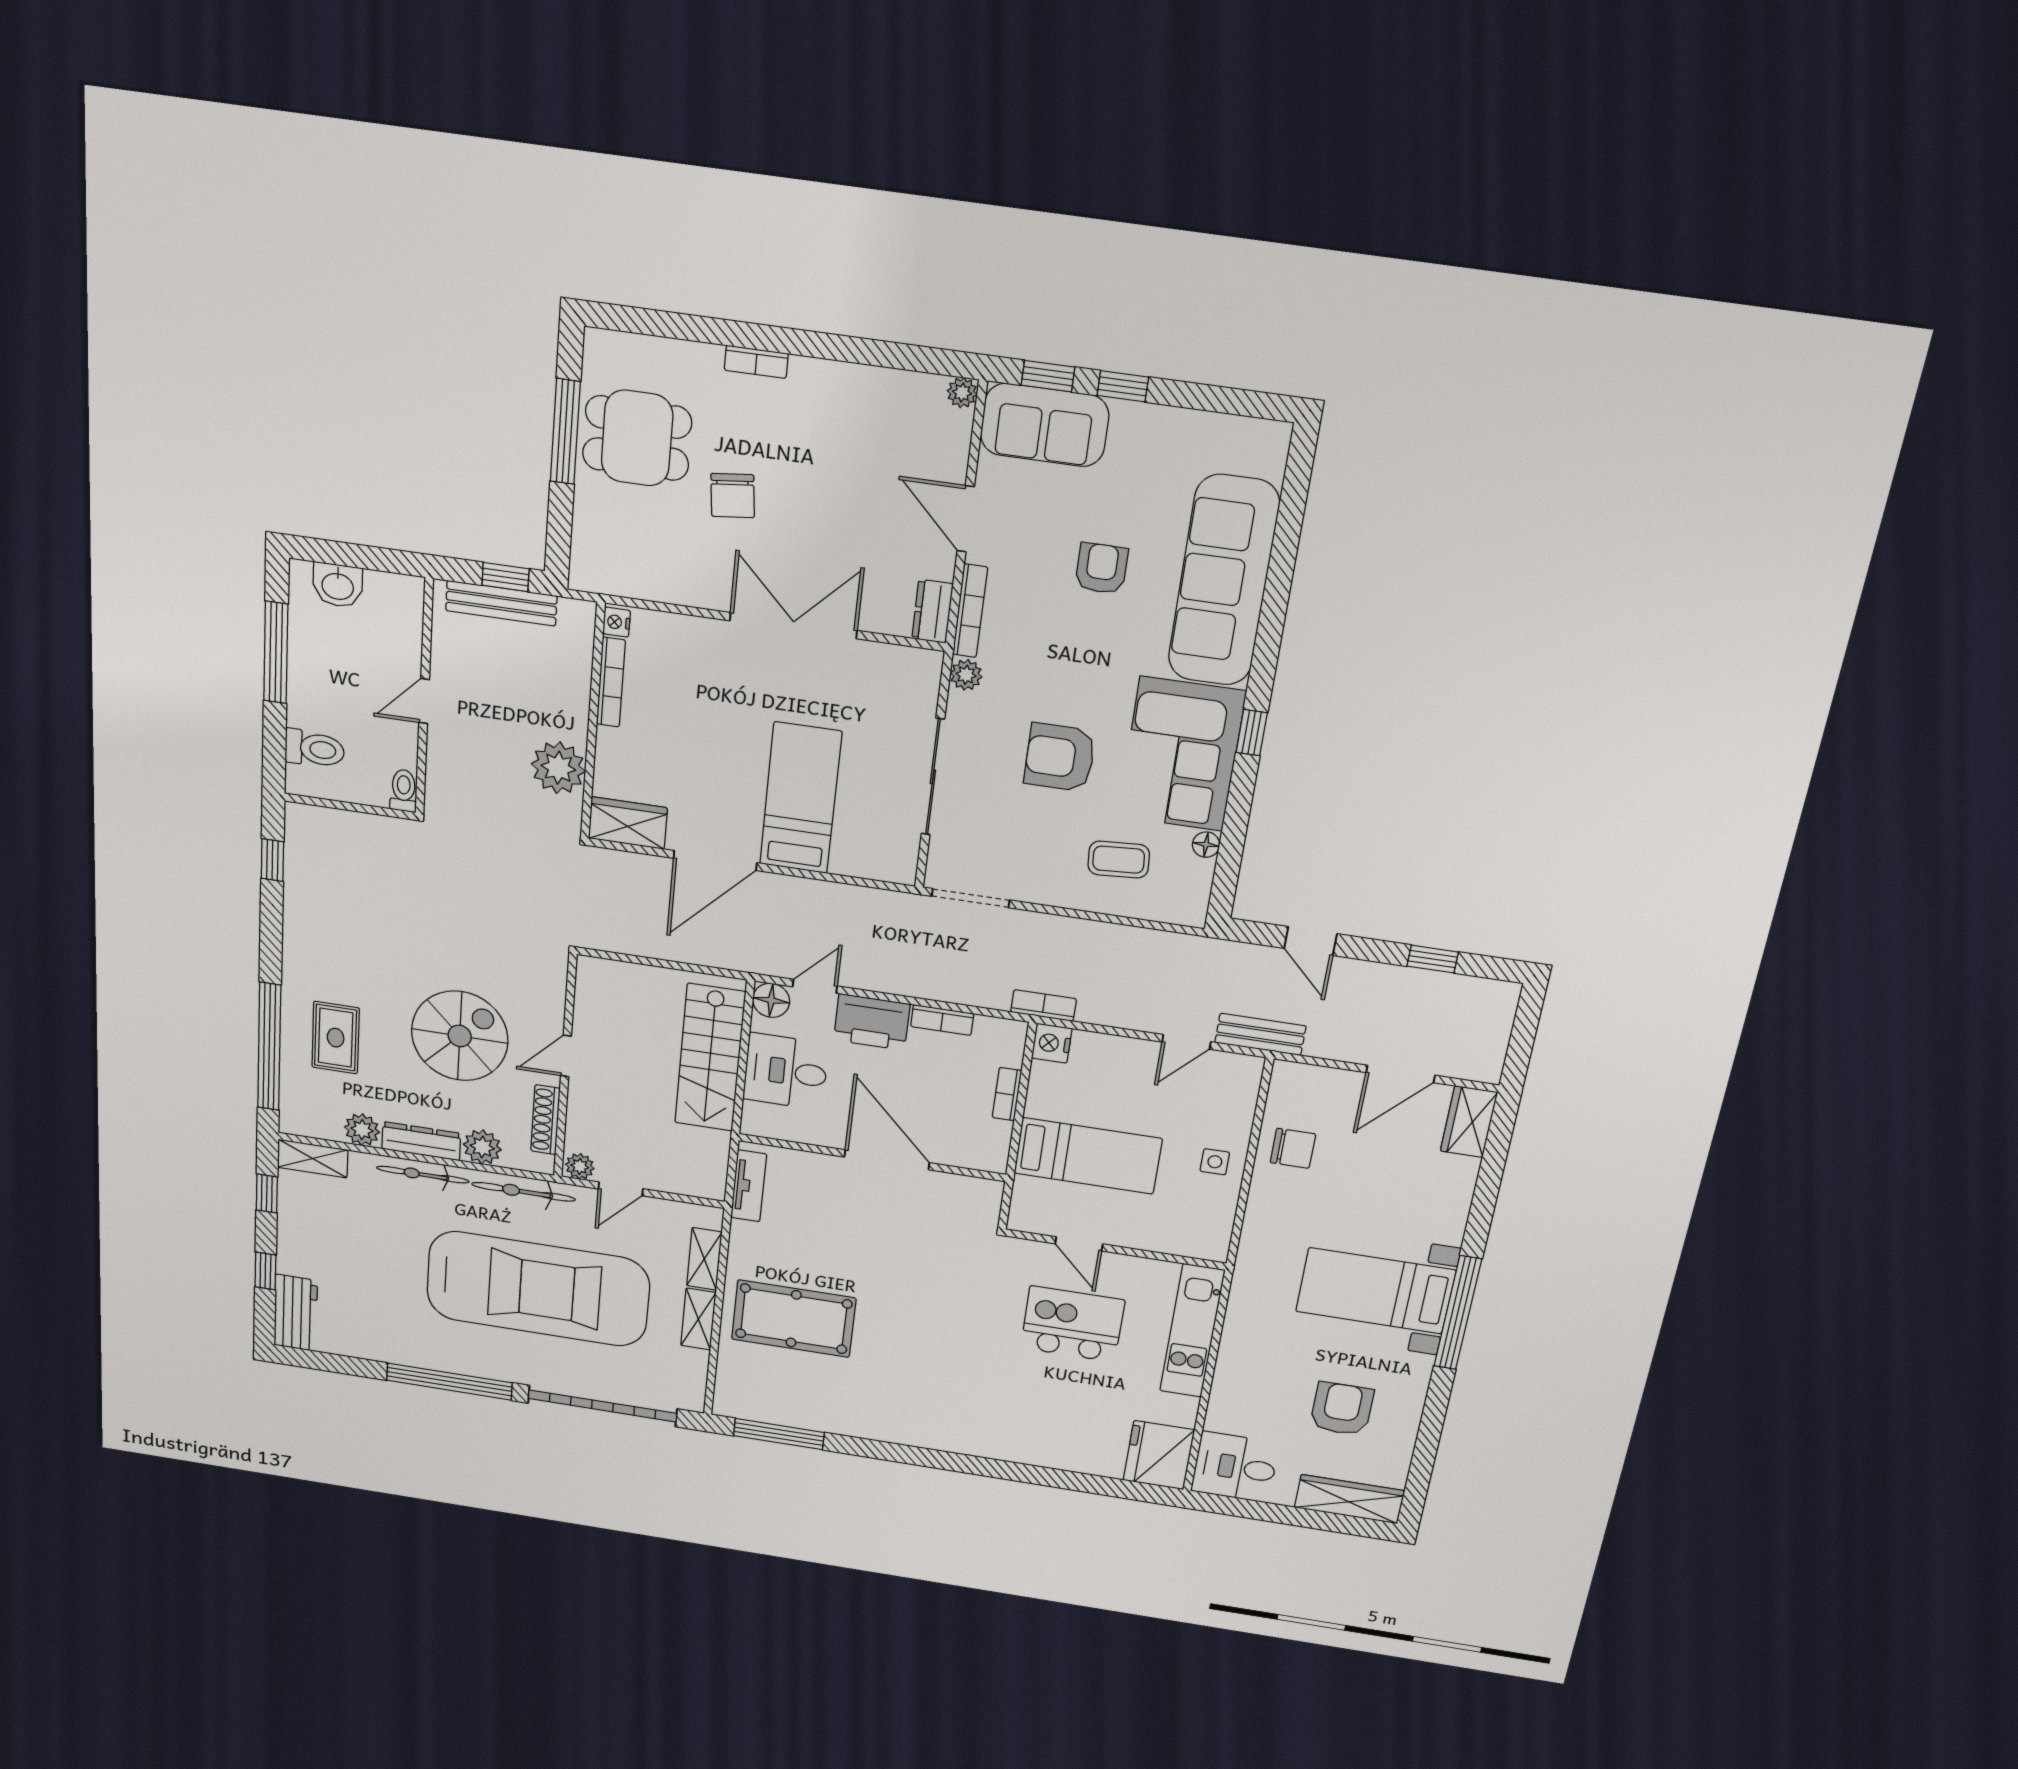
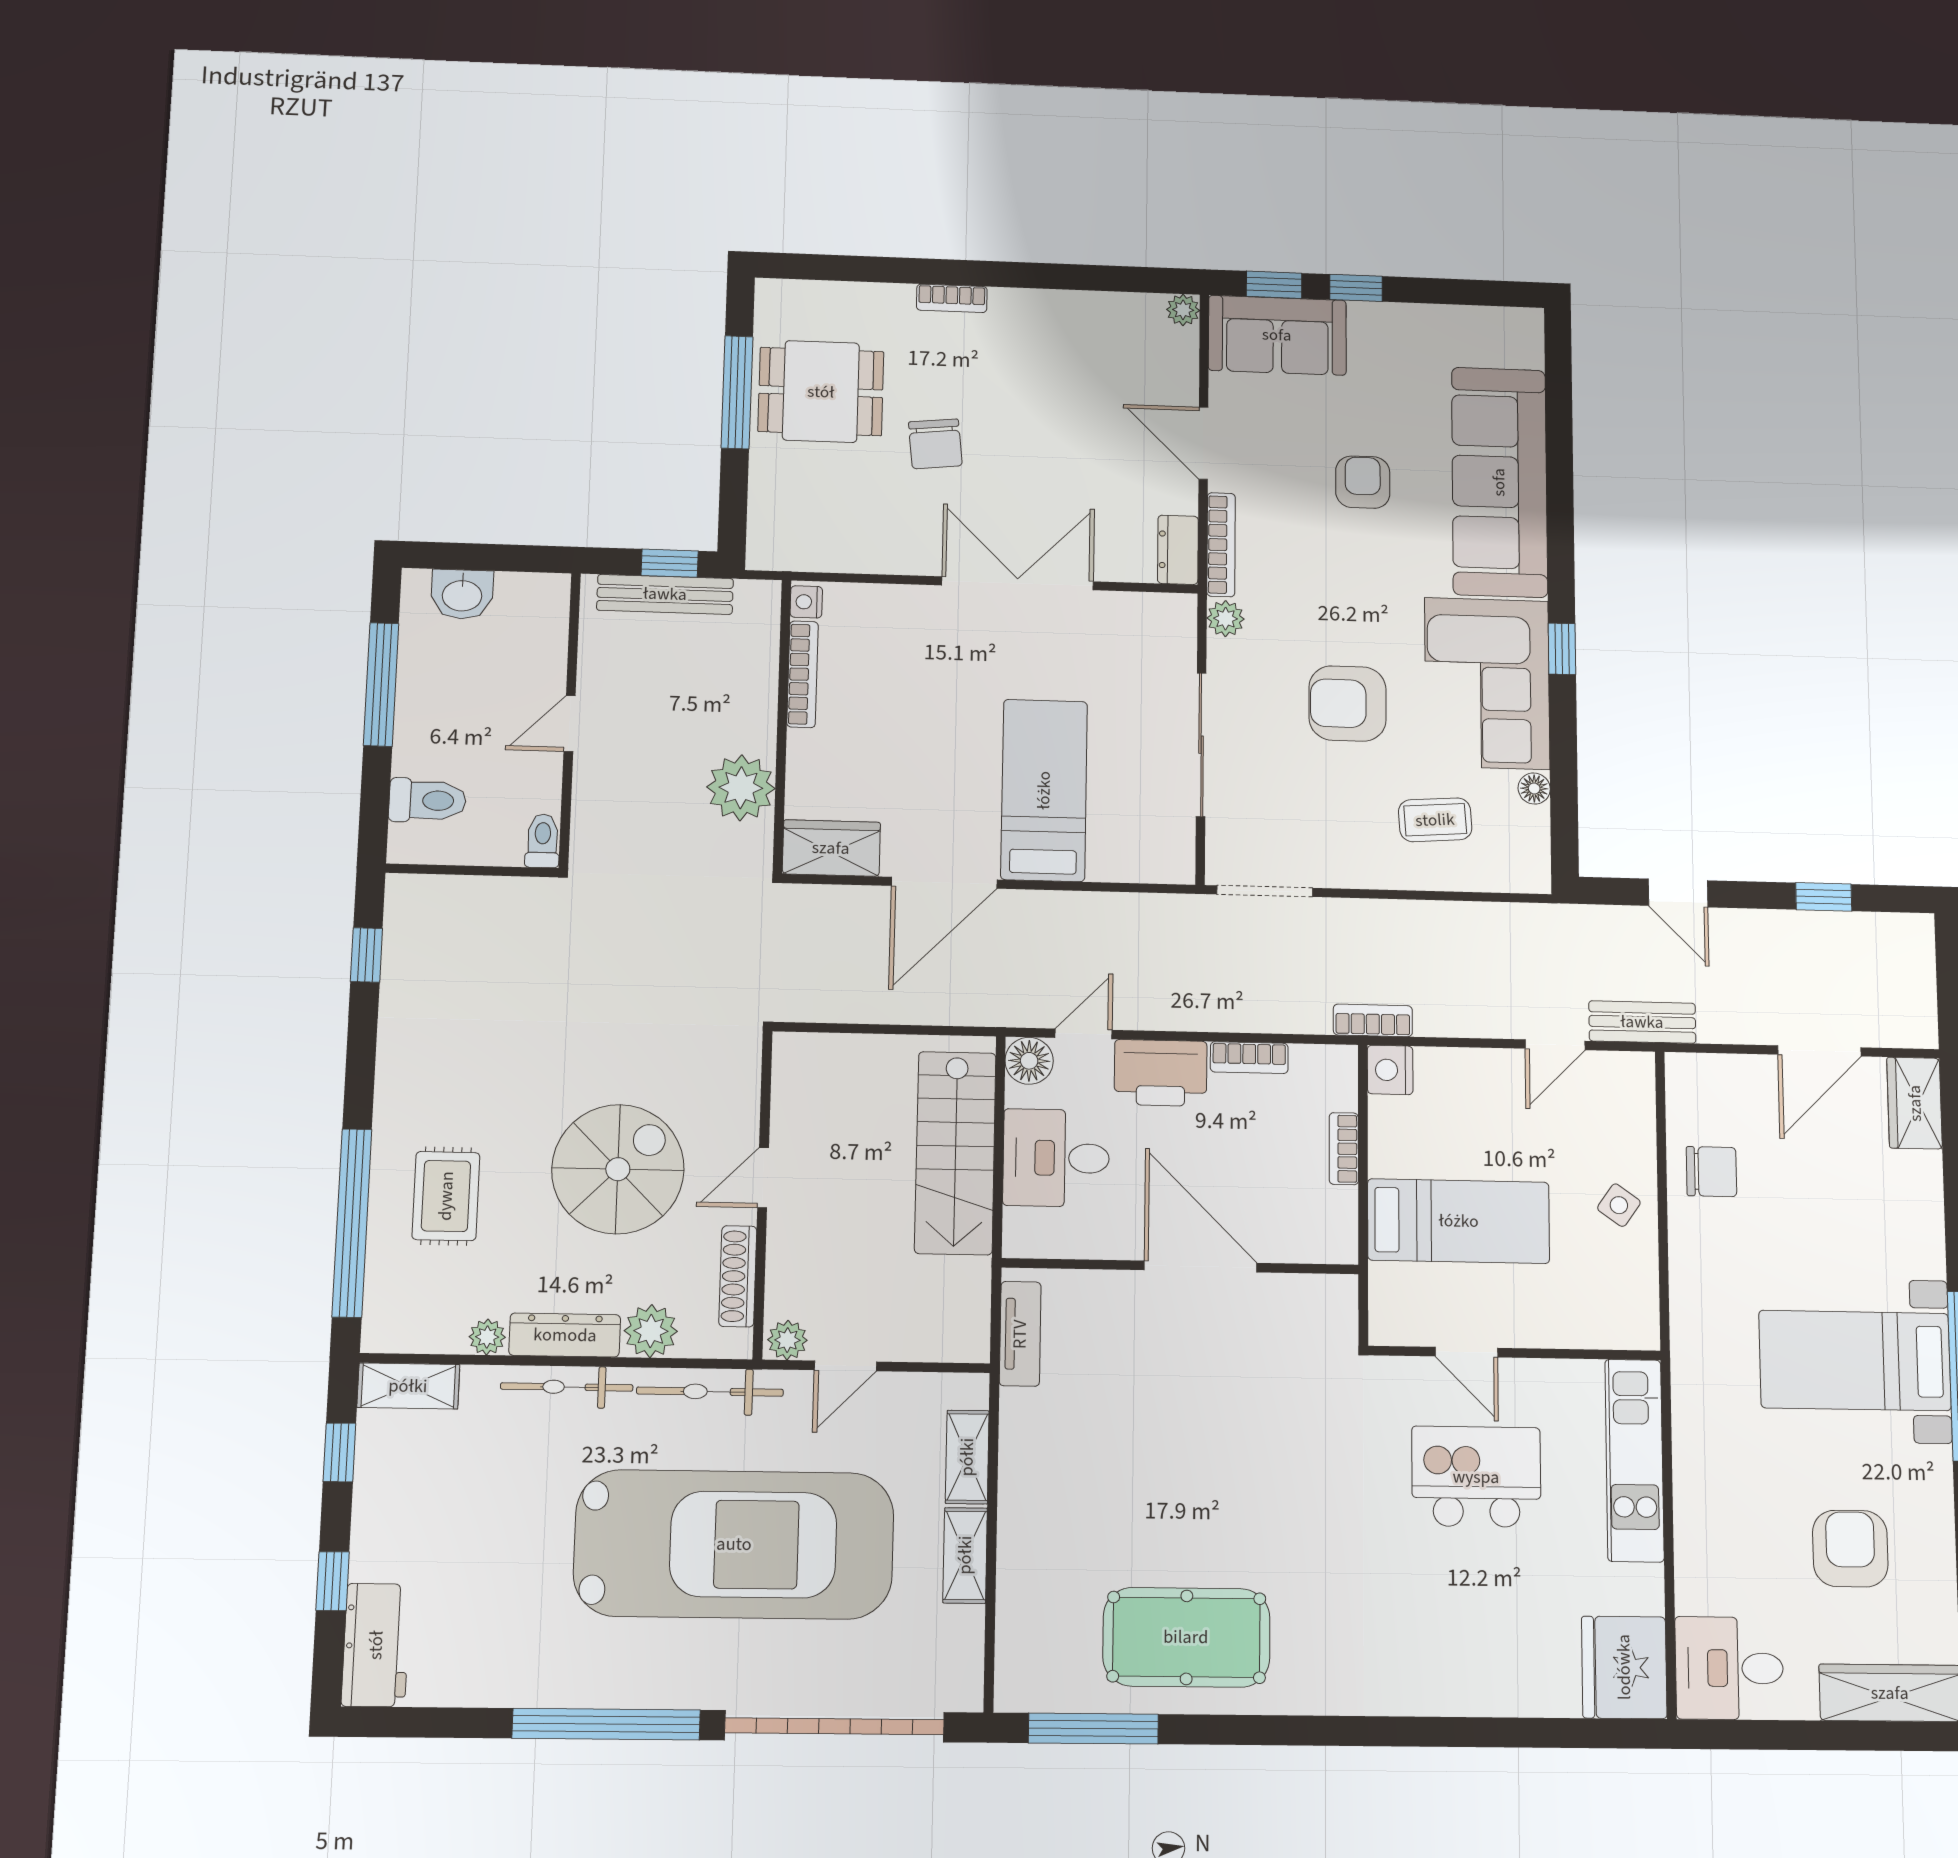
plant: (362, 1130) -> (487, 1337), width x0.73, depth x0.73
side table: (1215, 1162) -> (1619, 1205), turned 35
pool table: (794, 1319) -> (1186, 1637), moved

